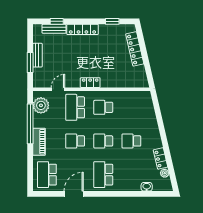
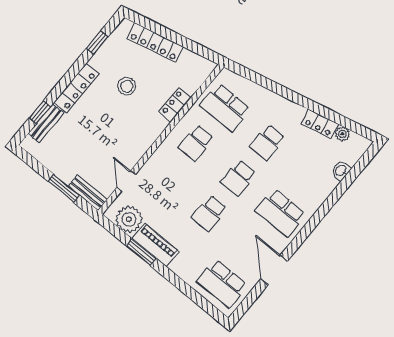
stool: (103, 53) -> (127, 86), added
bench: (37, 55) -> (88, 193), moved
locker: (90, 83) -> (175, 105), moved
school desk: (75, 107) -> (225, 107), moved
window: (30, 124) -> (141, 252), width x0.47
piano: (39, 142) -> (155, 245), moved

